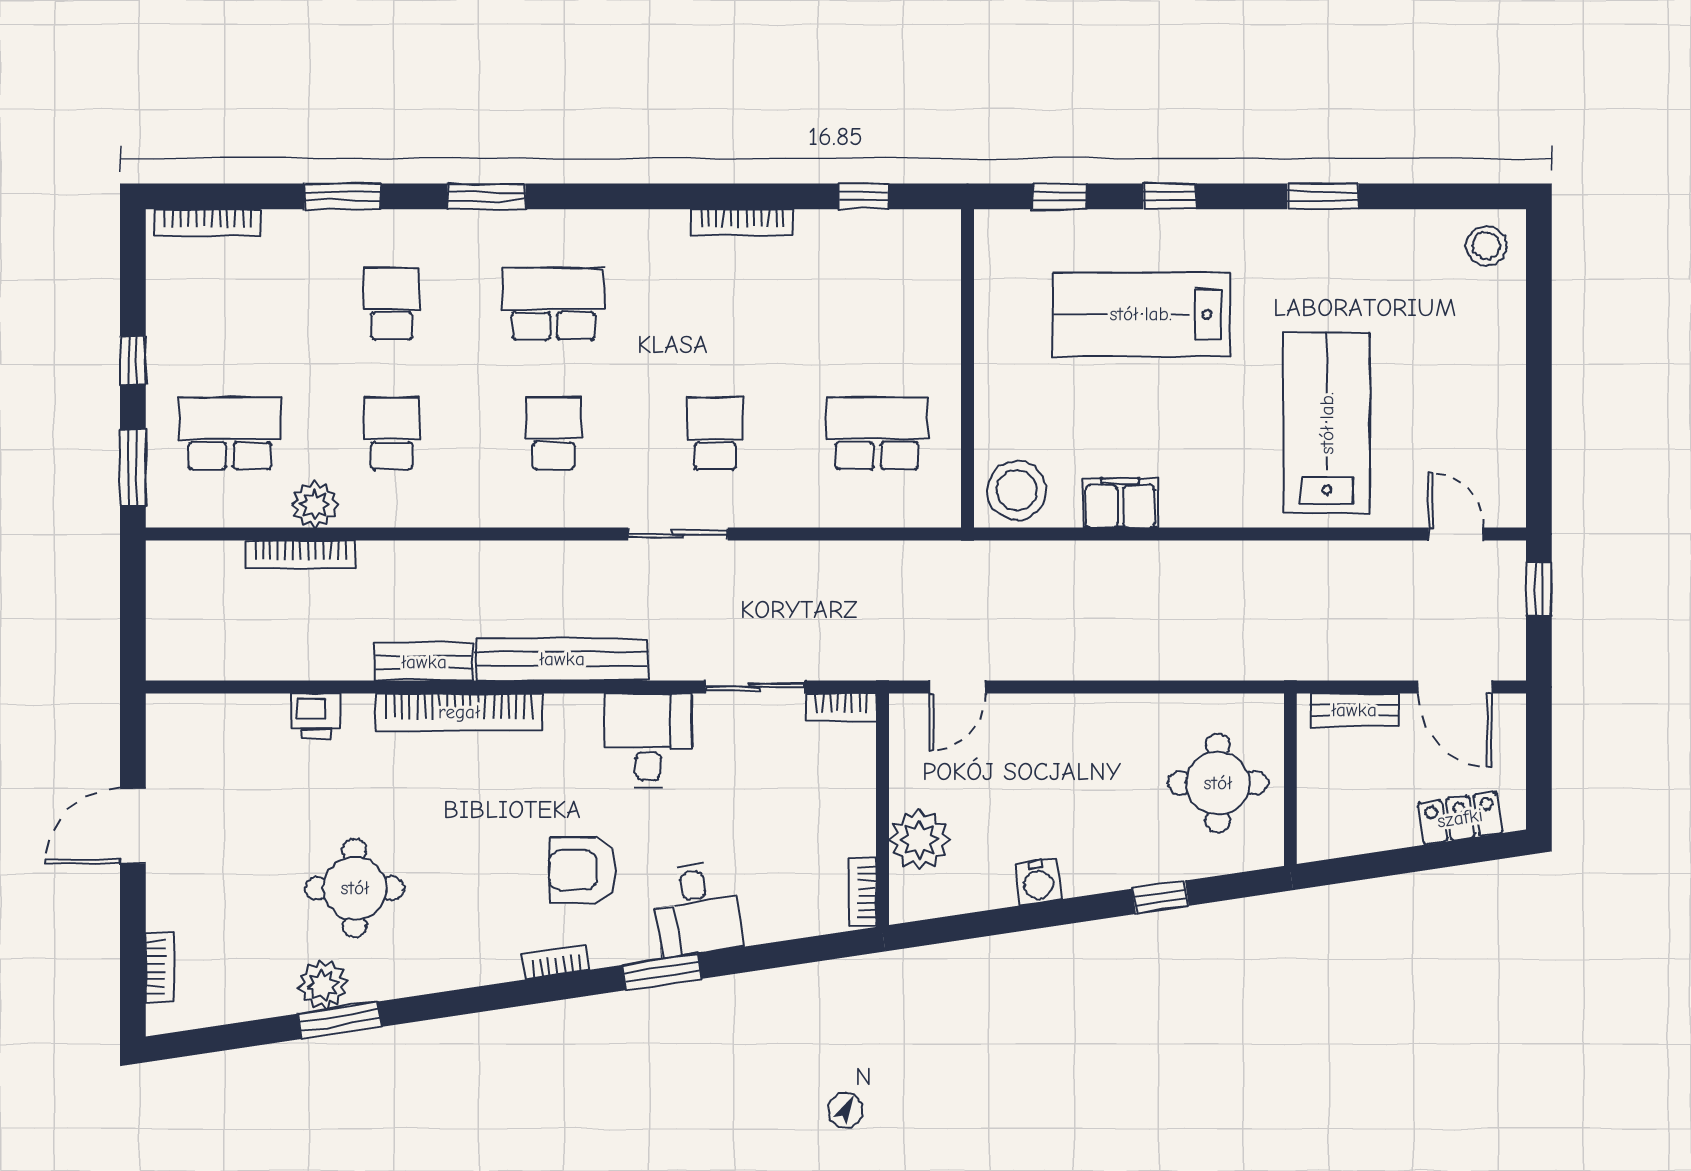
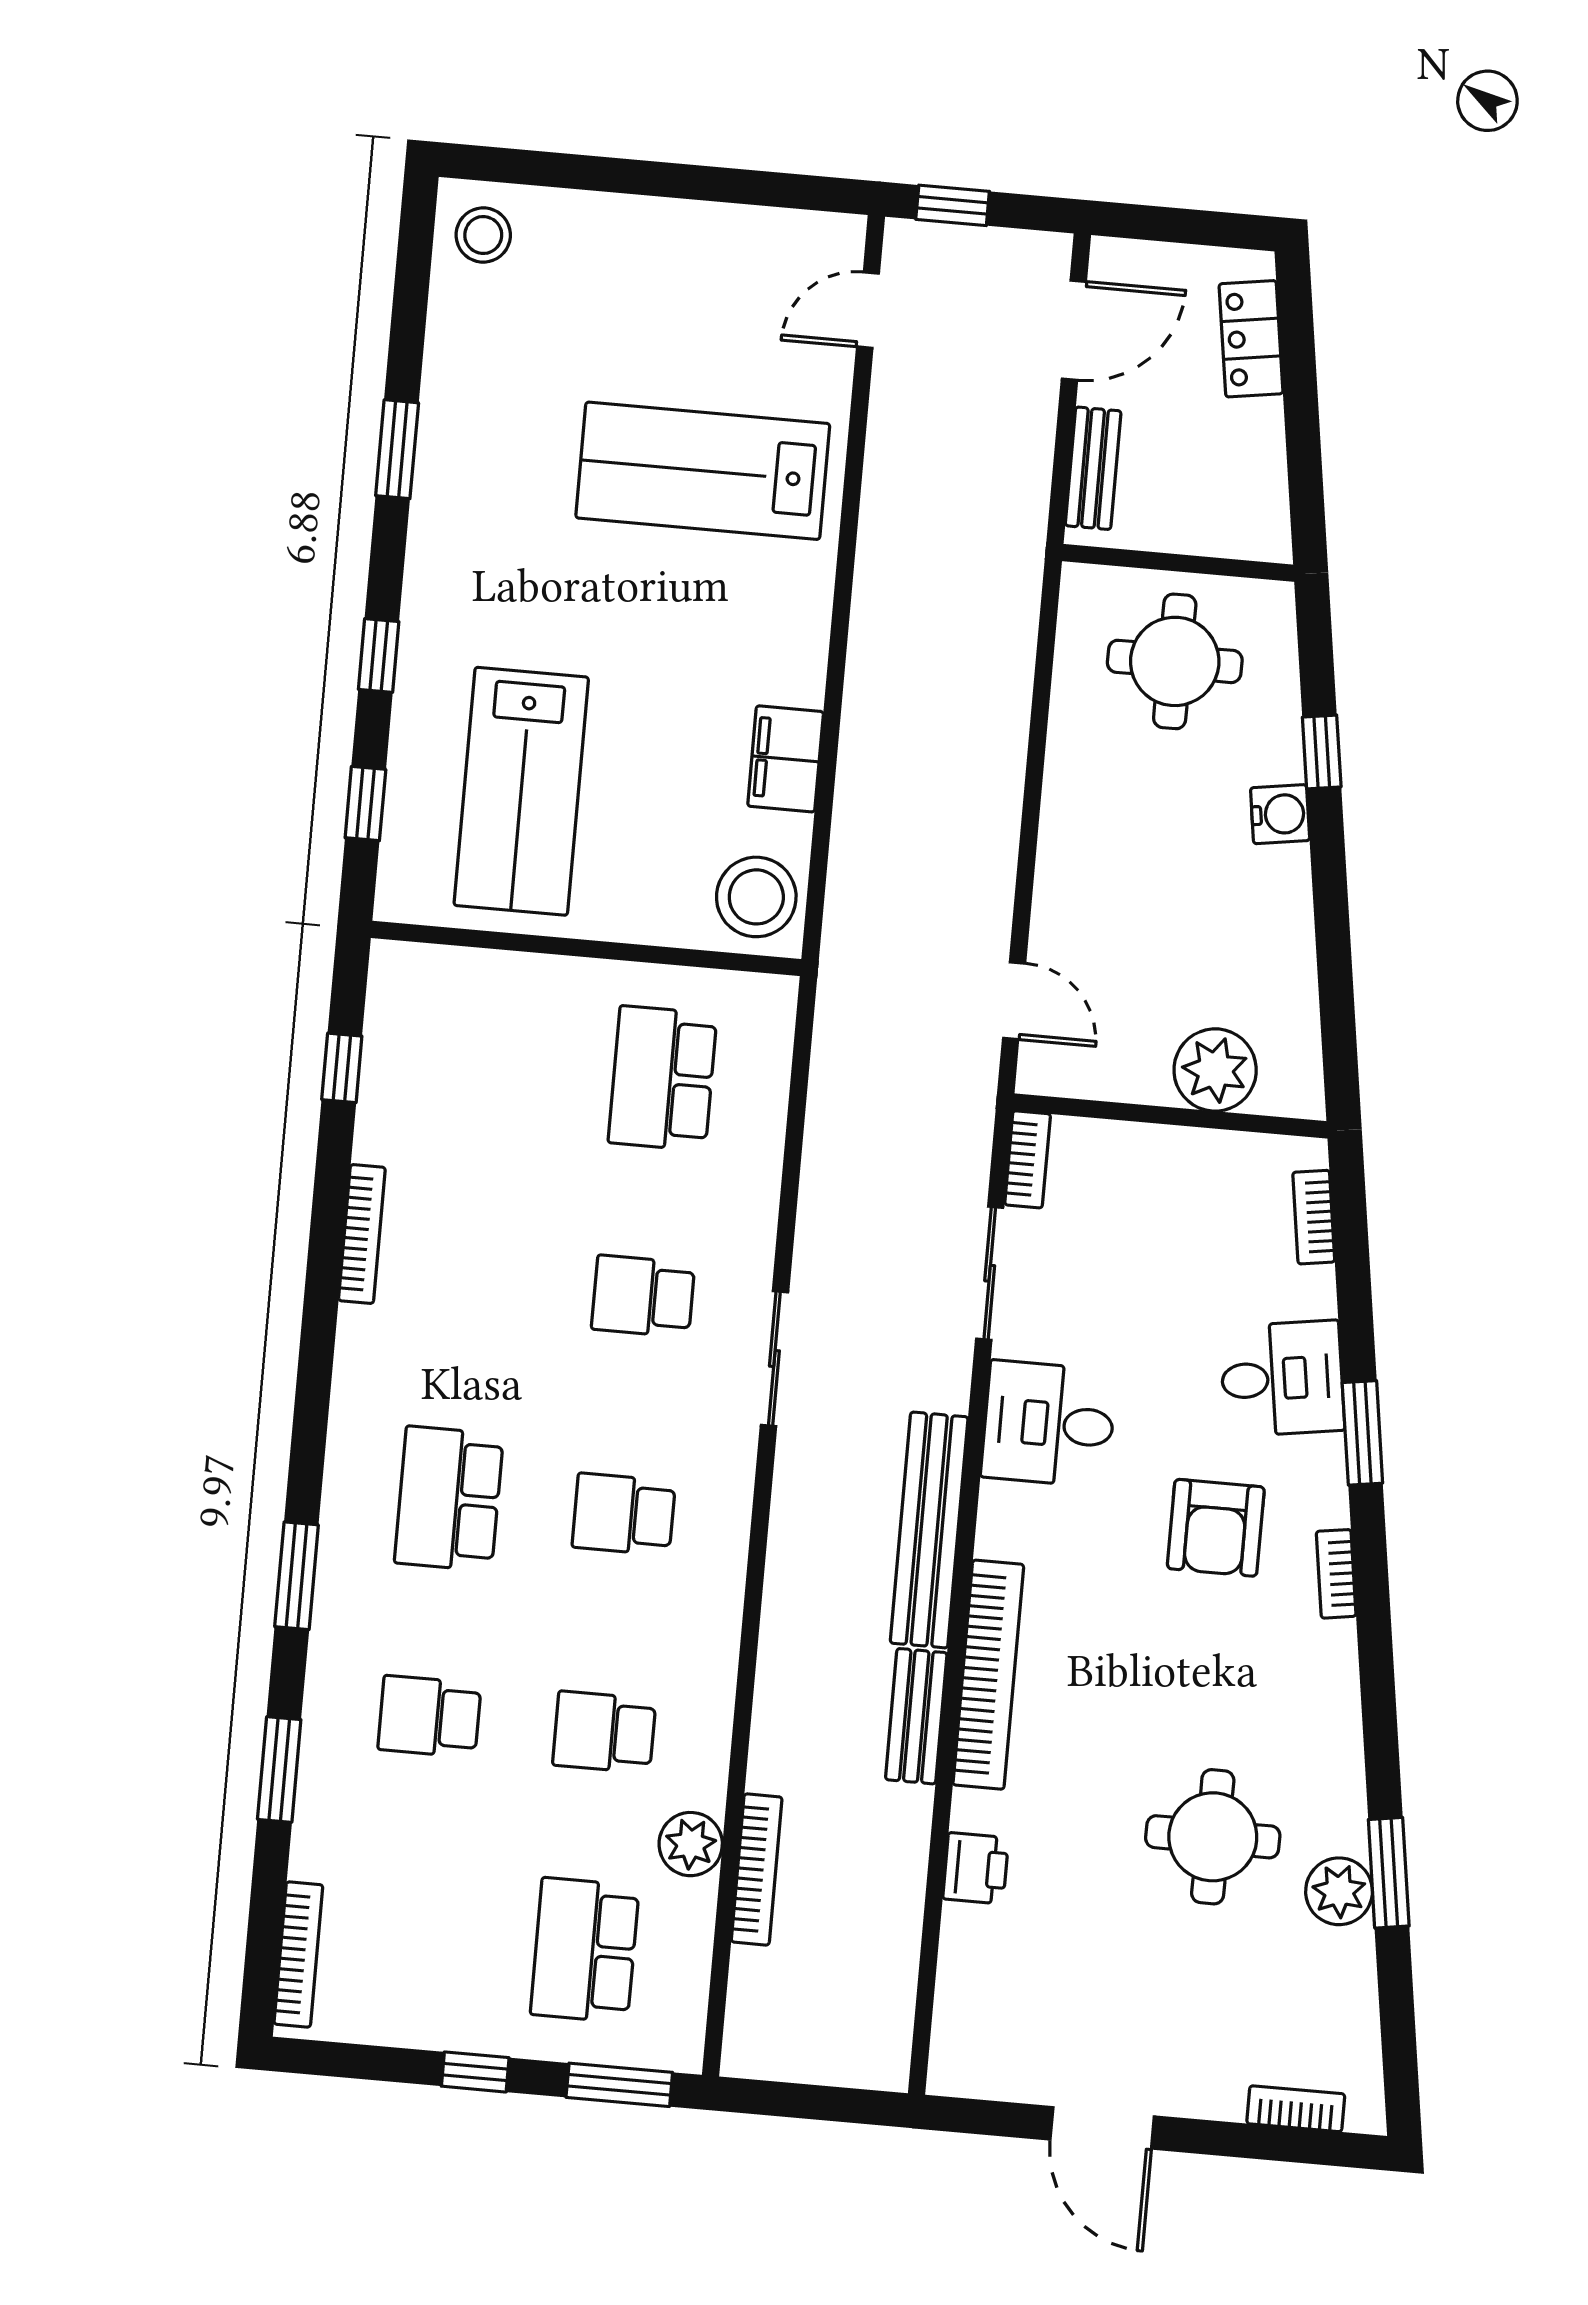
lab bench: (1141, 314) -> (521, 791), moved
water cooler: (1038, 882) -> (1280, 814), moved
bookcase: (863, 892) -> (1314, 1217), moved, turned 81

